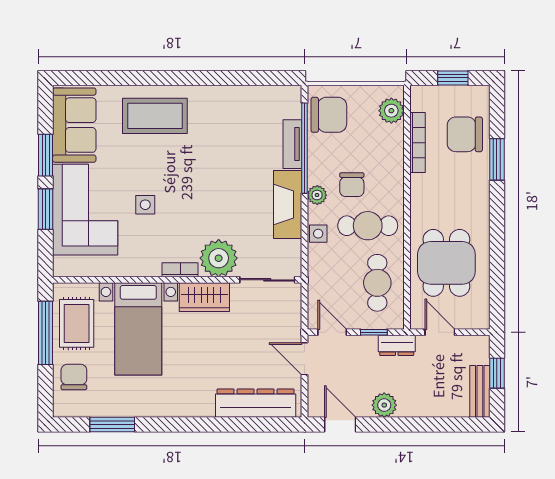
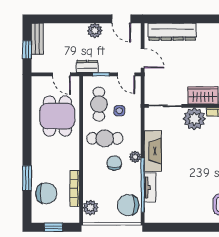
side table: (318, 234) -> (119, 111), moved

